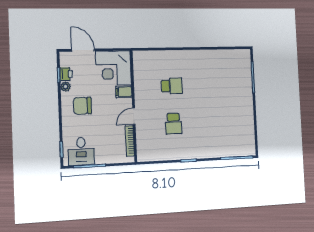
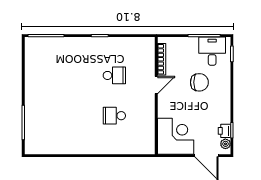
plant: (66, 87) -> (225, 144), moved
filing cabinet: (124, 92) -> (166, 111), removed
chair: (82, 106) -> (199, 82), moved
school desk: (173, 124) -> (114, 75), turned 90

